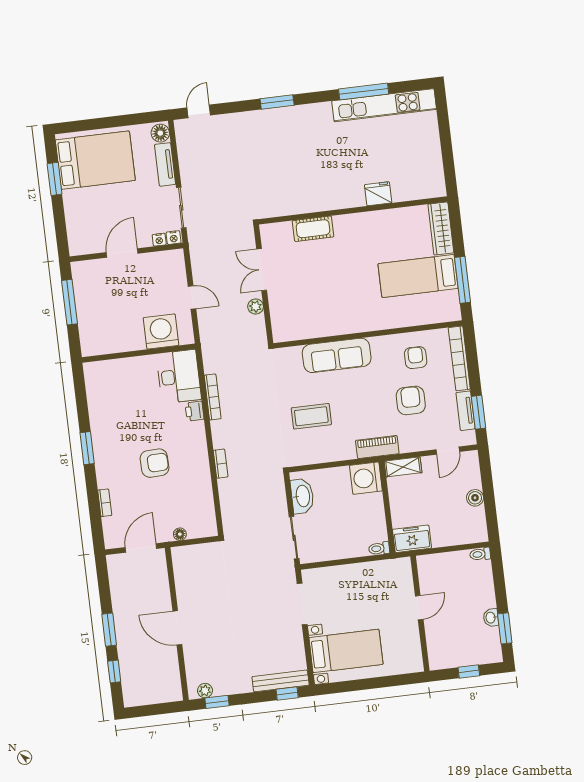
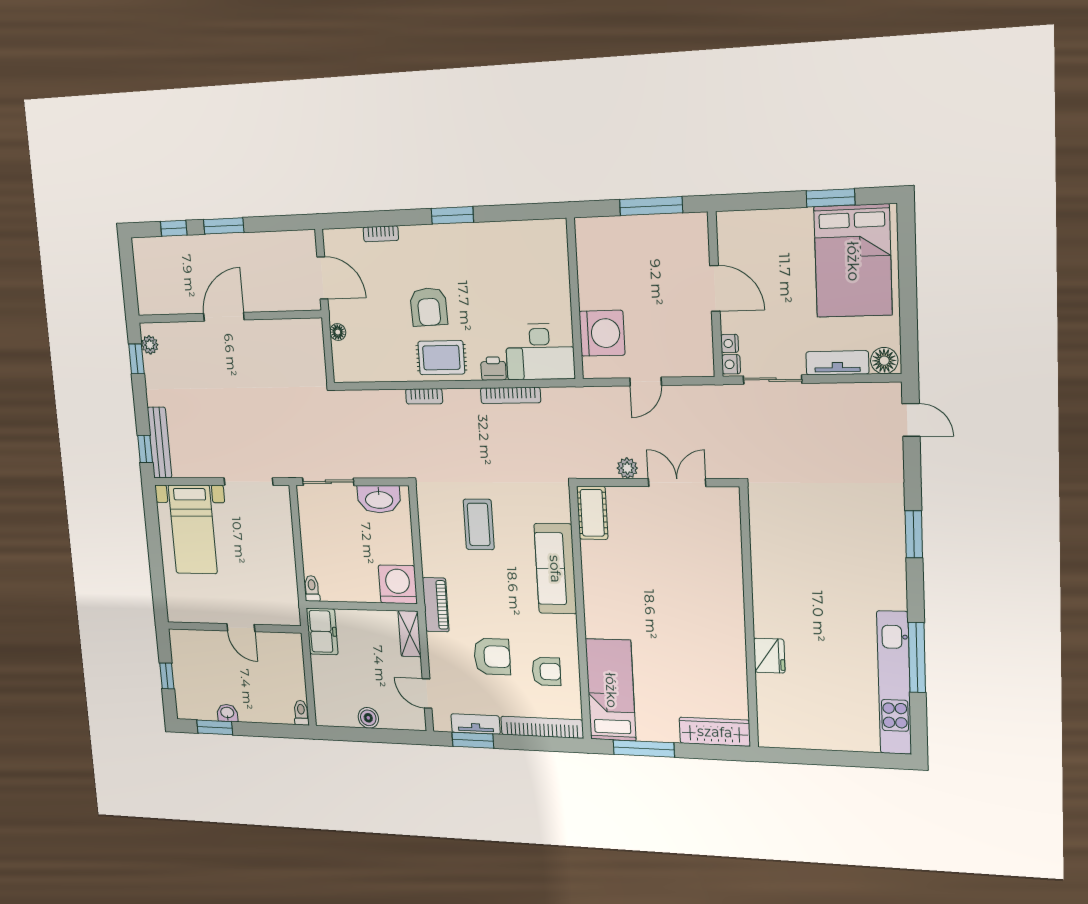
cot: (313, 229) -> (592, 513), moved
bed: (418, 276) -> (611, 690), moved
rug: (191, 452) -> (441, 358), added

